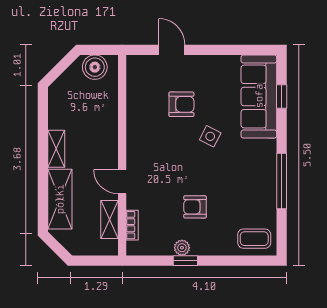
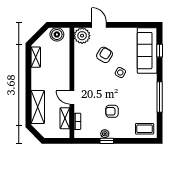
plant: (141, 69) -> (82, 36), added
armchair: (181, 104) -> (105, 55), turned -59
shelving: (56, 149) -> (36, 57), moved

